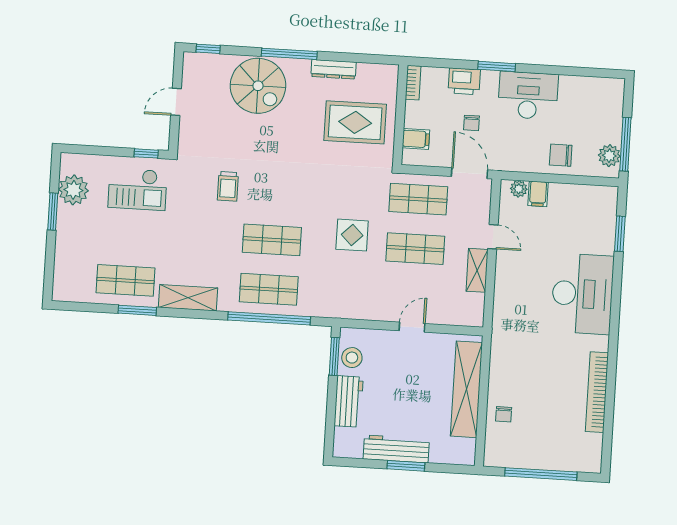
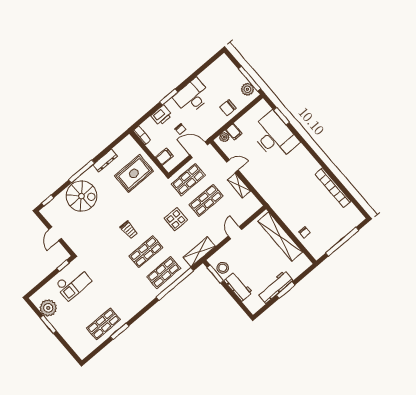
trolley: (228, 186) -> (129, 230), moved
desk: (582, 294) -> (274, 136), moved
shelving: (188, 298) -> (199, 252), moved

